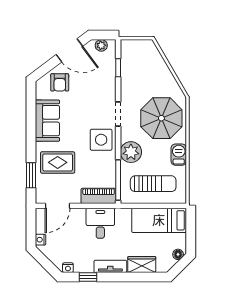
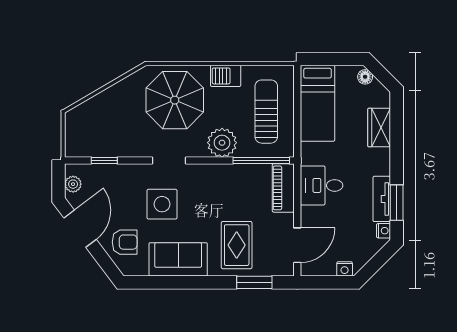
side table: (101, 140) -> (162, 204), moved
door: (58, 206) -> (297, 245), hinge flipped
tv unit: (110, 266) -> (382, 199), moved
window: (88, 277) -> (397, 203), width x1.50

